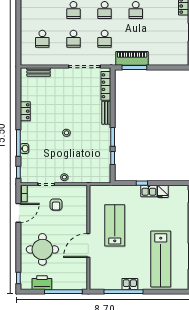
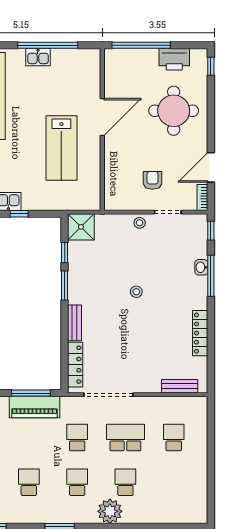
school desk: (73, 39) -> (125, 438), width x1.85
locker: (25, 111) -> (200, 333), width x1.53
shower: (102, 175) -> (81, 227), added

